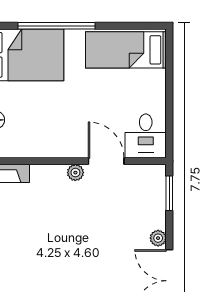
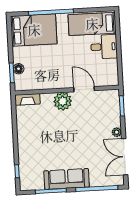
desk: (146, 136) -> (104, 47), moved, turned -90
plant: (75, 173) -> (63, 101), width x1.88, depth x1.88

